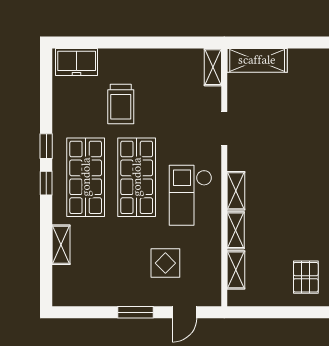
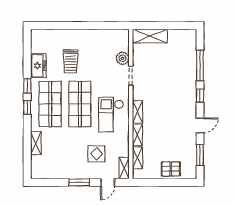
freezer: (77, 62) -> (39, 66), moved, turned -90
shelving: (213, 67) -> (124, 168), moved
plant: (210, 99) -> (123, 58), added
pallet: (306, 277) -> (171, 169), moved, turned 90

